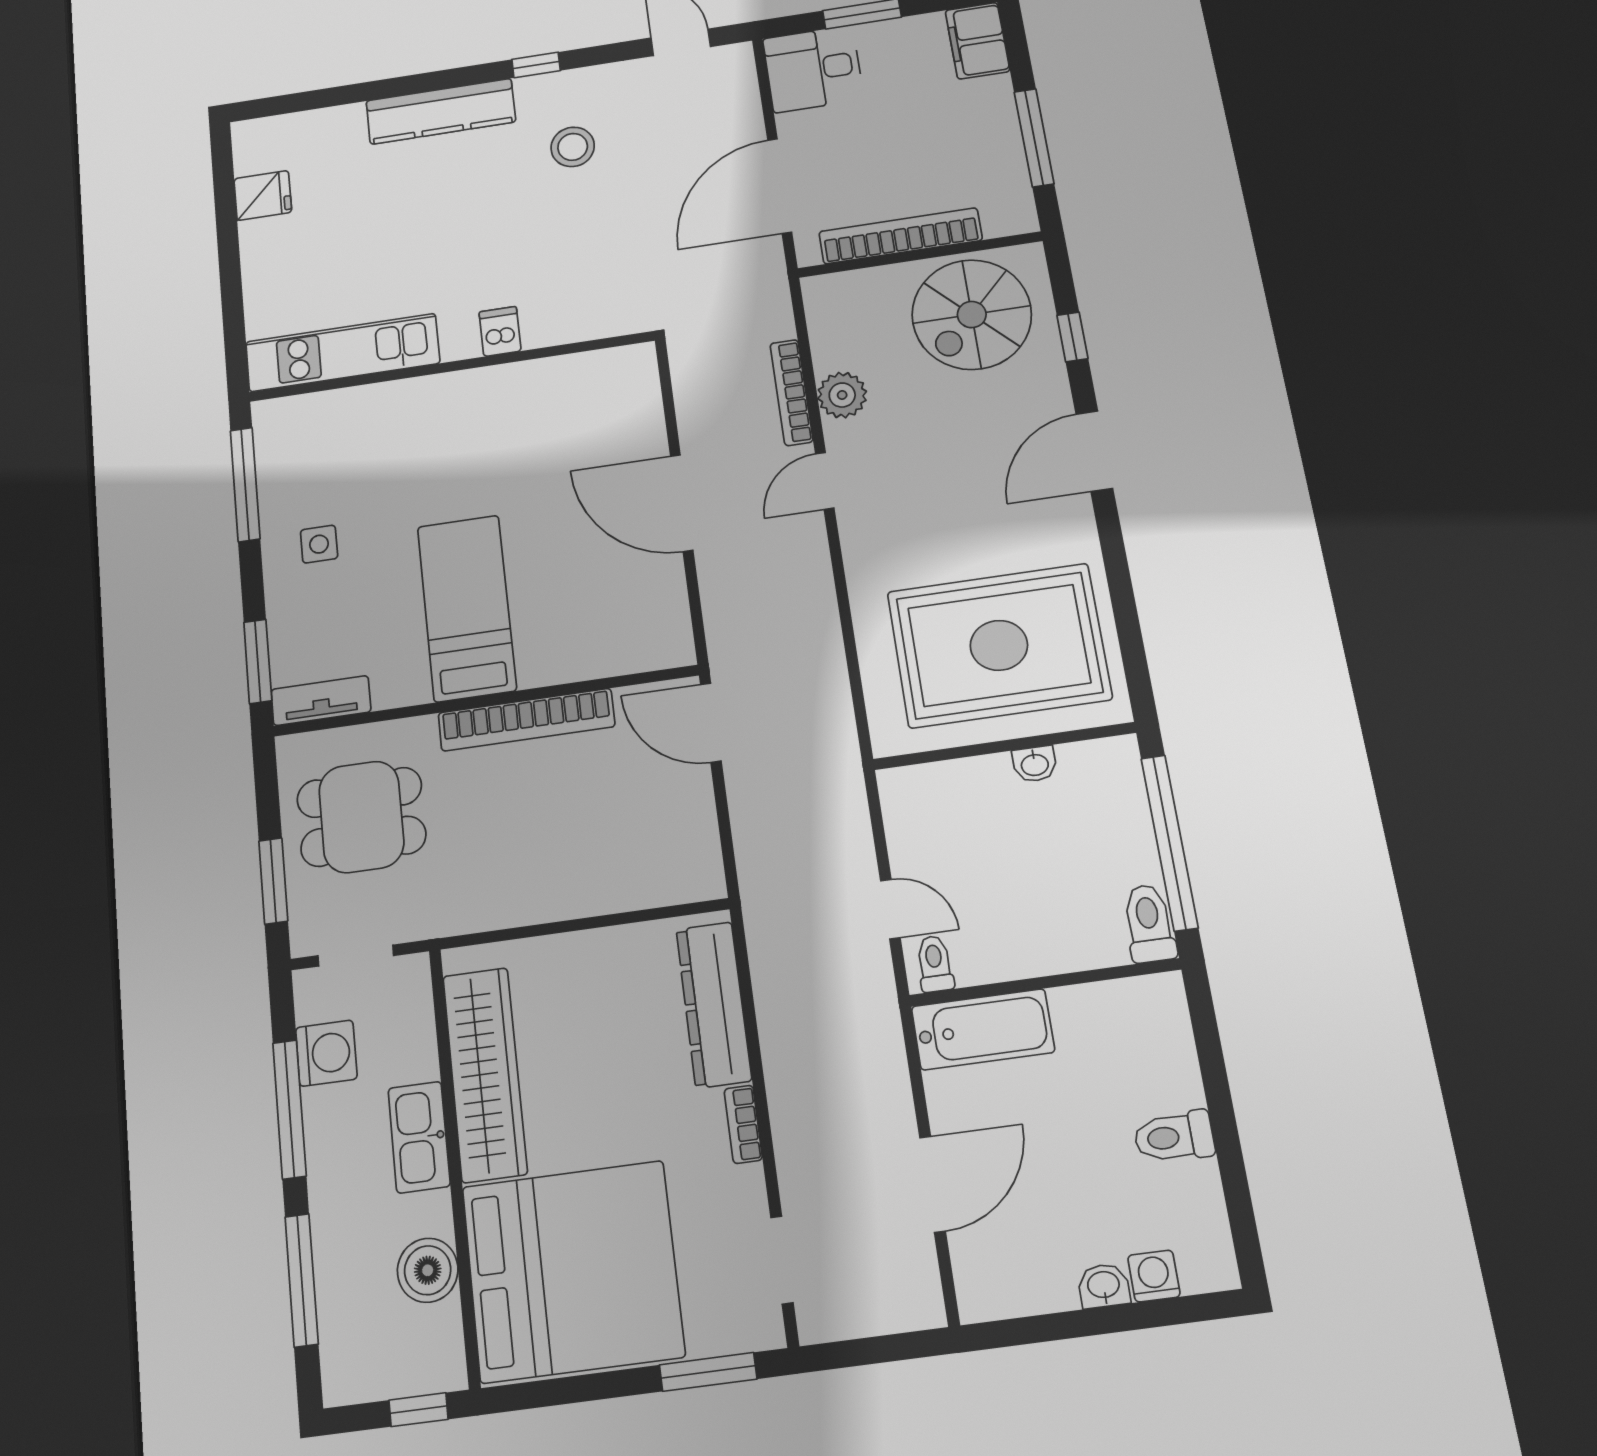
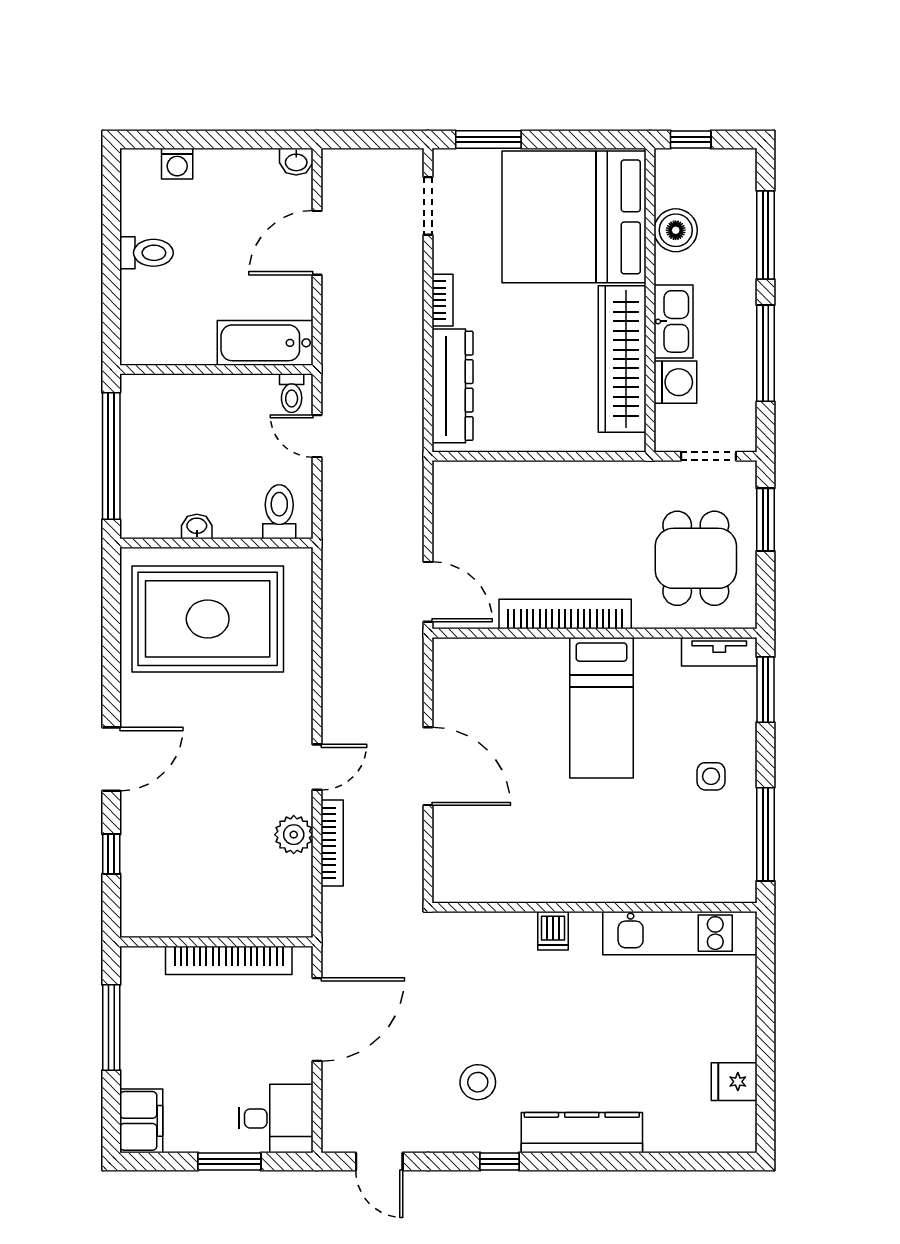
spiral stairs: (972, 315) -> (184, 885), removed
dining table: (361, 817) -> (696, 558), turned 90
toilet: (1149, 923) -> (279, 512), moved, turned 180
washing machine: (326, 1053) -> (675, 382), moved, turned 180
washbasin: (1104, 1286) -> (296, 162), moved

